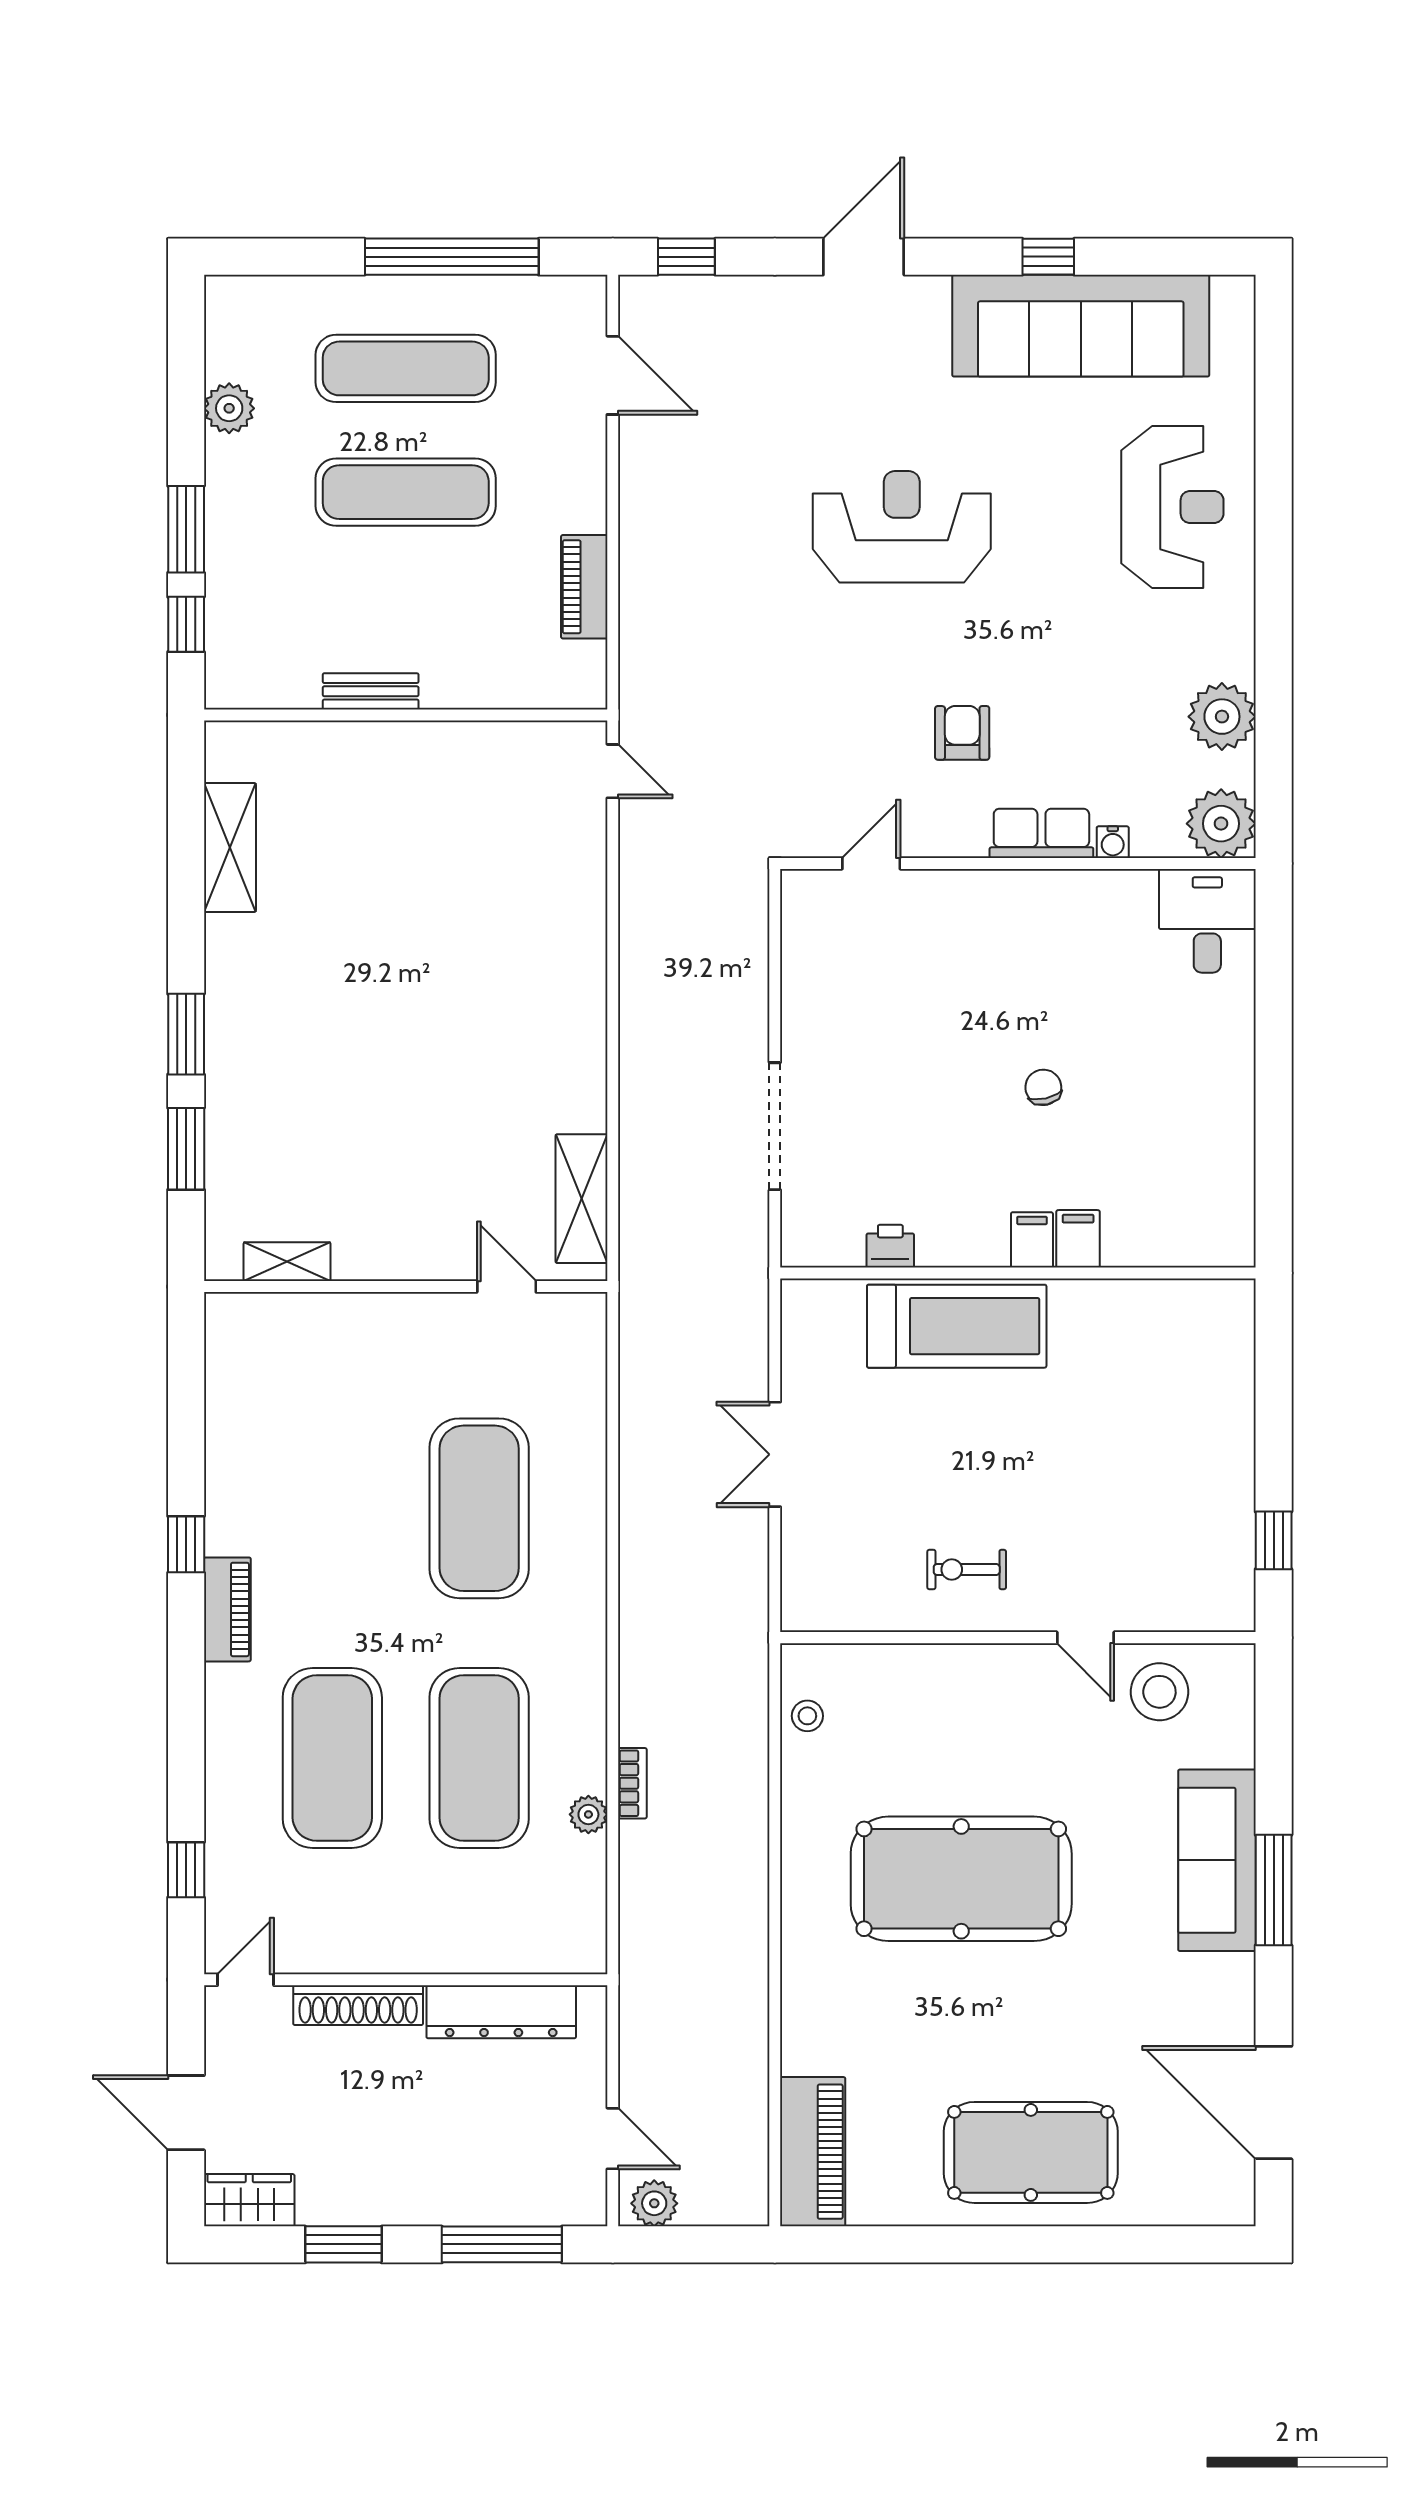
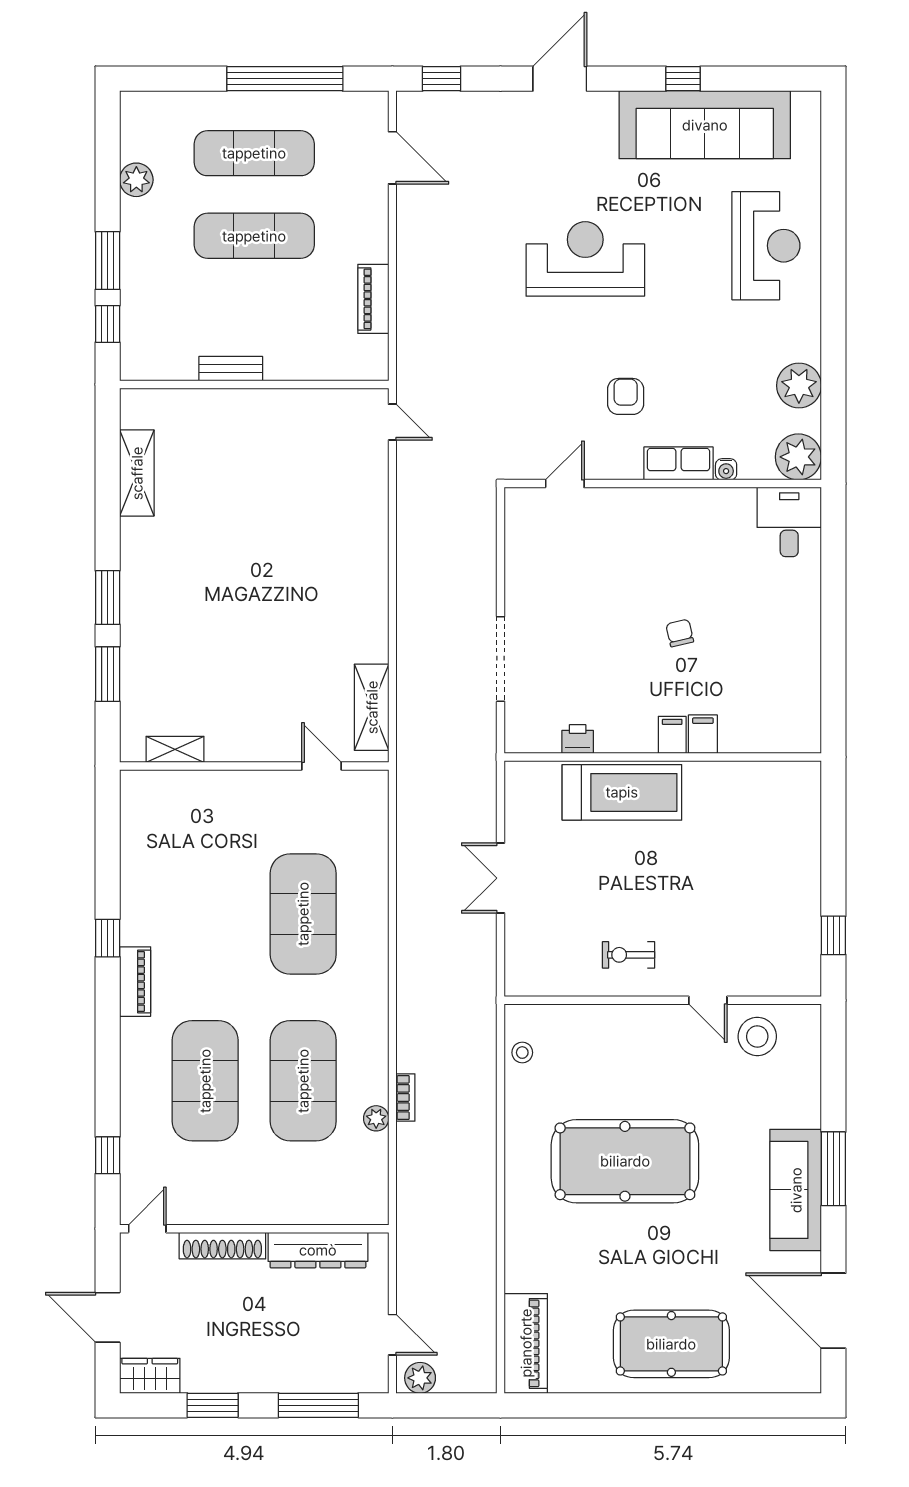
sofa: (1217, 1860) -> (796, 1190), moved

